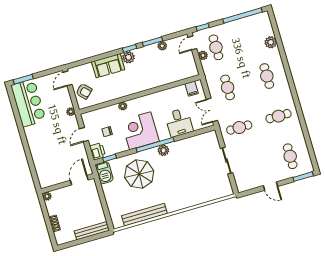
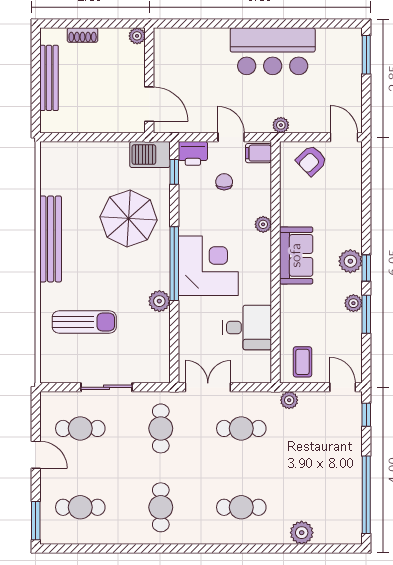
plant: (162, 46) -> (353, 303), moved
cafe table: (216, 47) -> (80, 428), moved
plant: (203, 55) -> (289, 400), moved
sofa: (108, 66) -> (296, 255), moved, turned 180
coffee table: (186, 67) -> (302, 362), added
filing cabinet: (192, 89) -> (258, 153), moved
bar counter: (28, 103) -> (273, 51), moved
desk: (179, 122) -> (247, 328), moved, turned 180
corner desk: (140, 131) -> (208, 266), moved
plant: (163, 150) -> (159, 301), moved
sun lounger: (197, 181) -> (84, 322), added
door: (270, 186) -> (36, 455), swing flipped
bench: (144, 215) -> (51, 239), moved
bench: (92, 231) -> (49, 78), moved

